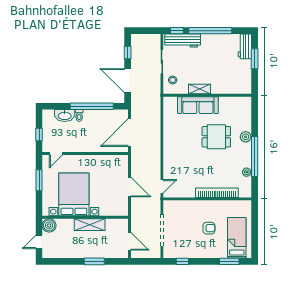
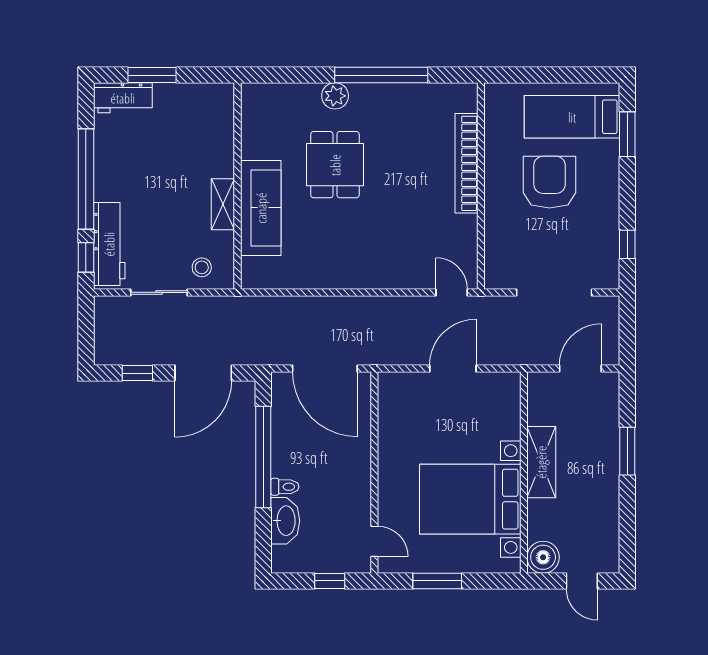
plant: (247, 172) -> (418, 93), removed
armchair: (209, 228) -> (550, 182), width x1.88, depth x1.88

